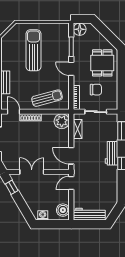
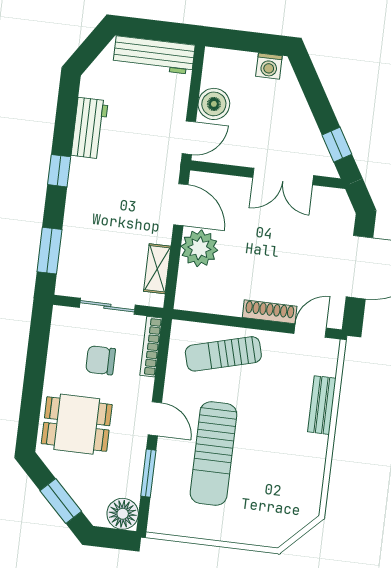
window: (105, 31) -> (61, 501), added
sun lounger: (33, 50) -> (213, 454), moved
dining table: (102, 63) -> (77, 424), turned 90
door: (13, 112) -> (310, 331), swing flipped
plant: (62, 121) -> (199, 248), moved
workbench: (111, 153) -> (90, 128), moved
boiler: (63, 210) -> (214, 104), moved

